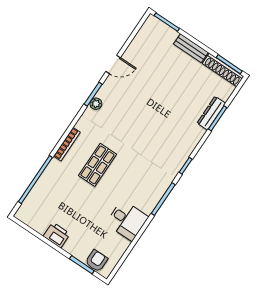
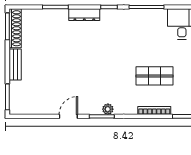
door: (113, 64) -> (68, 116), hinge flipped
dresser: (211, 113) -> (84, 15), moved

